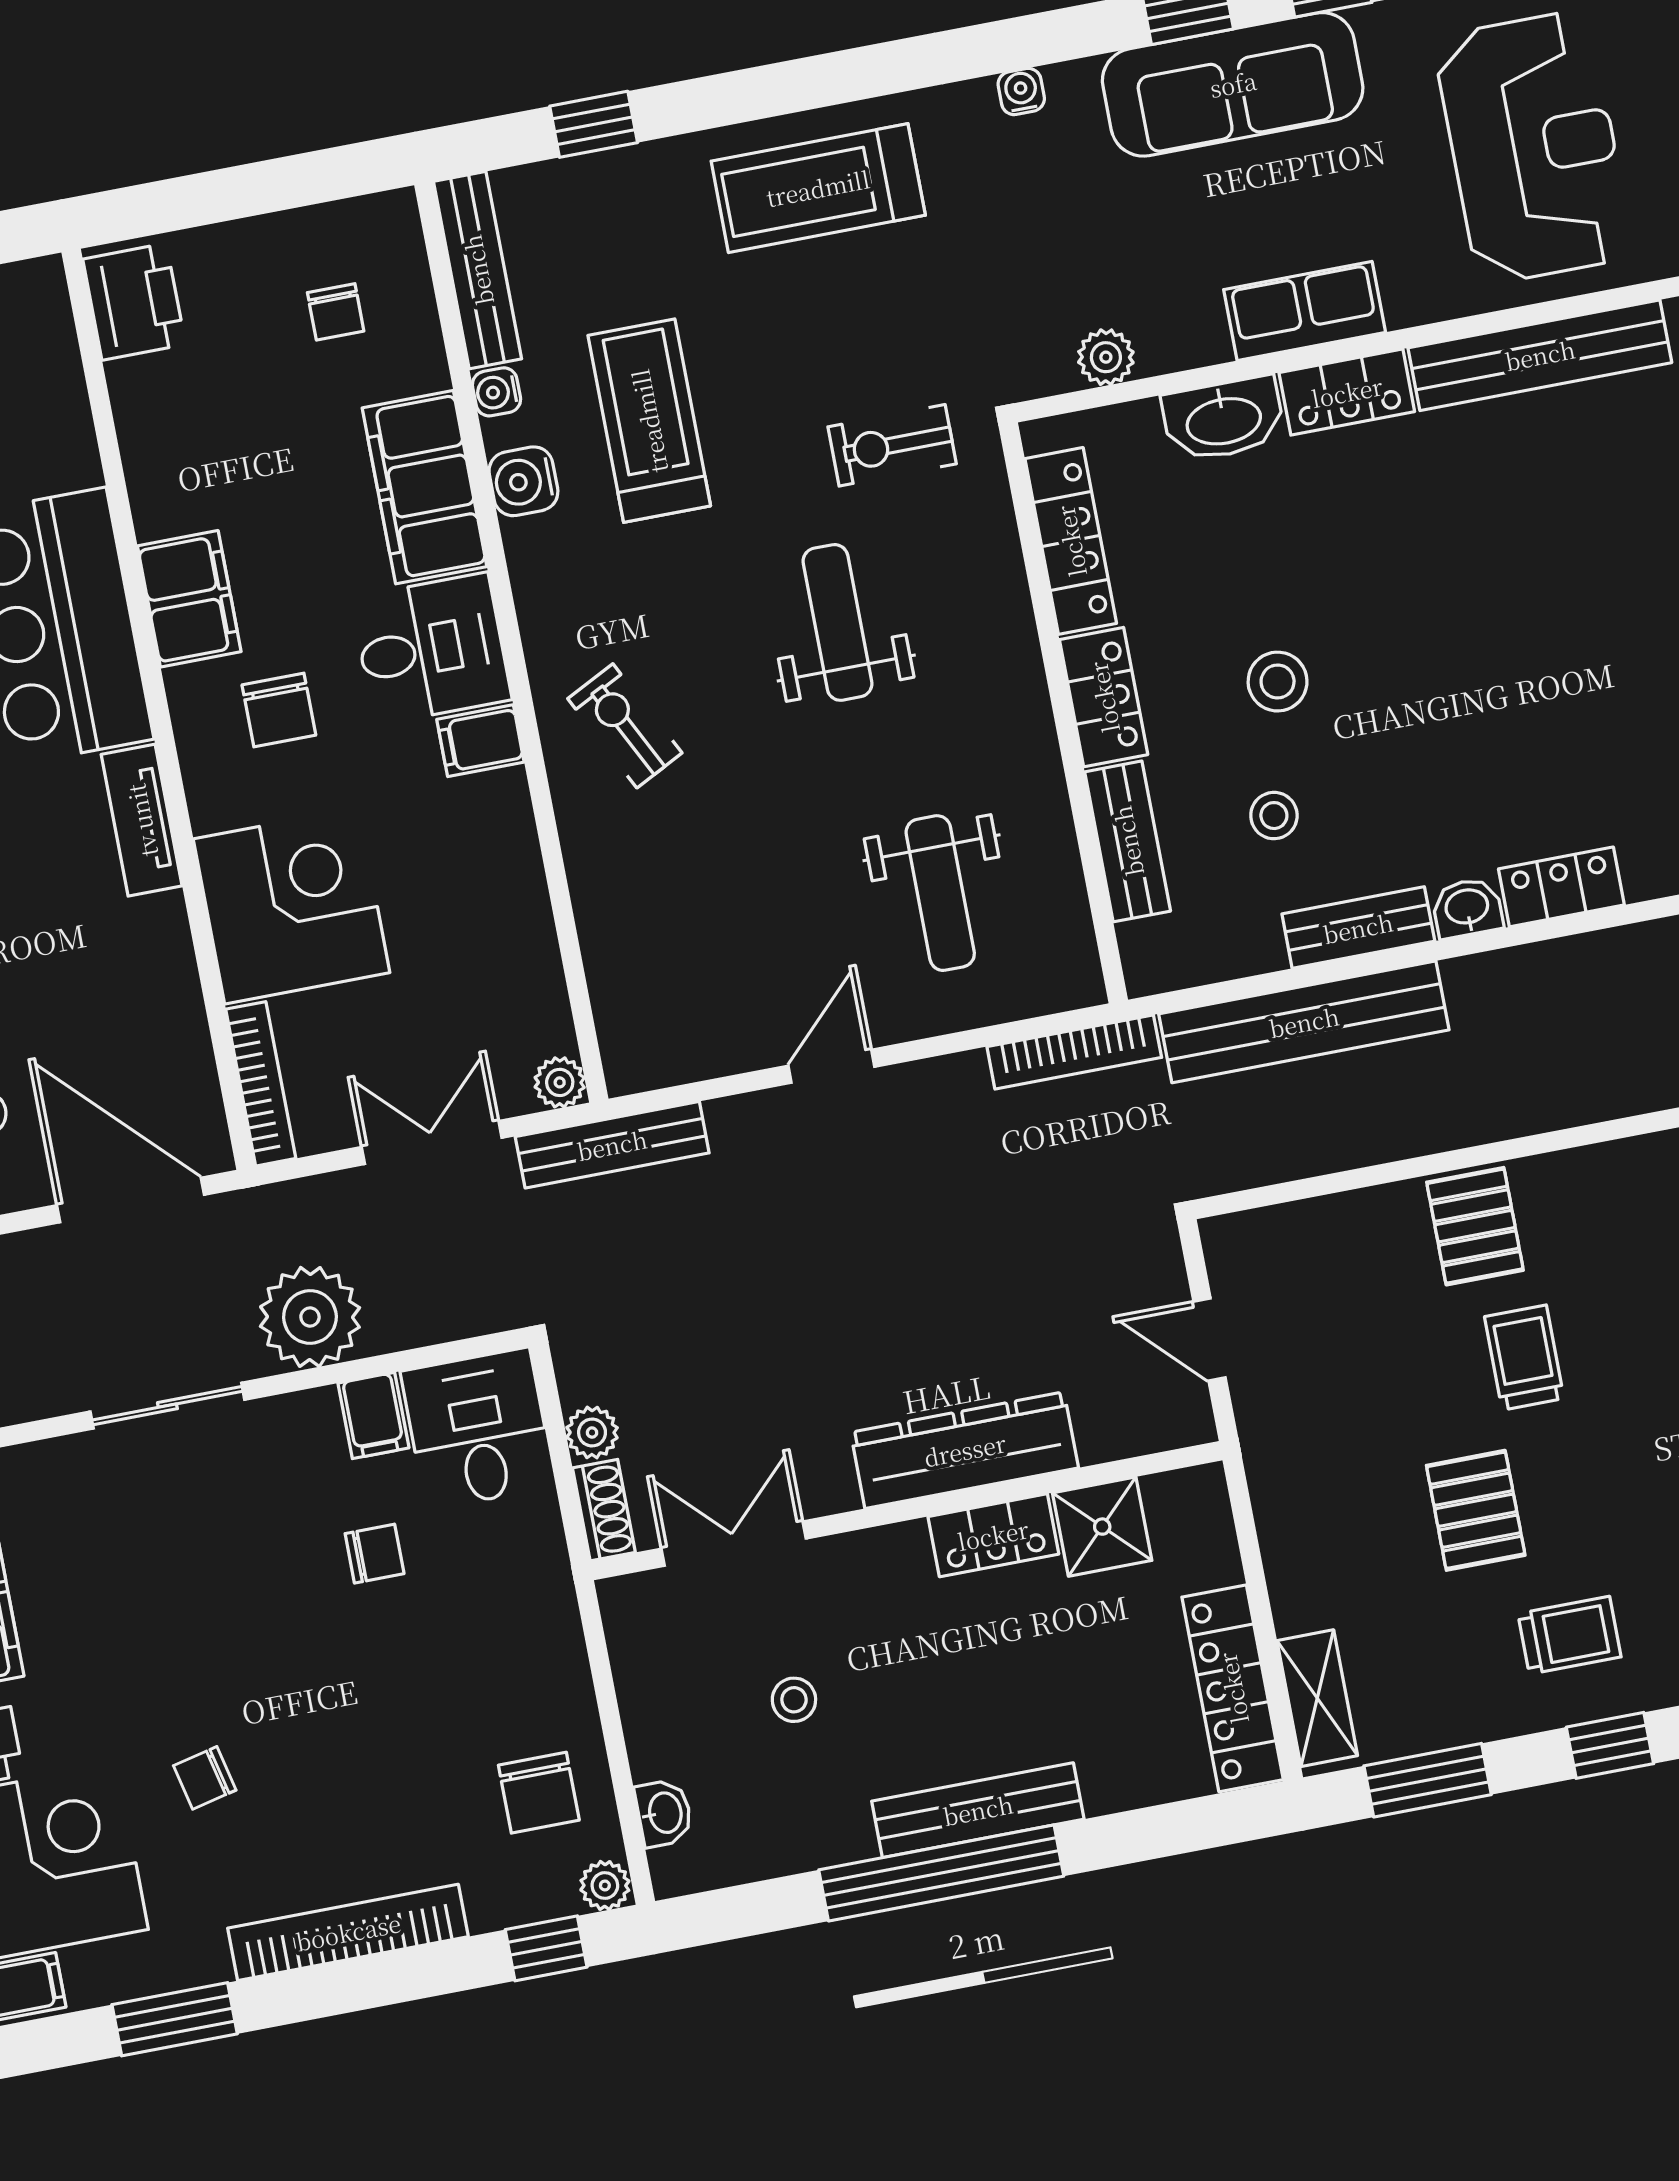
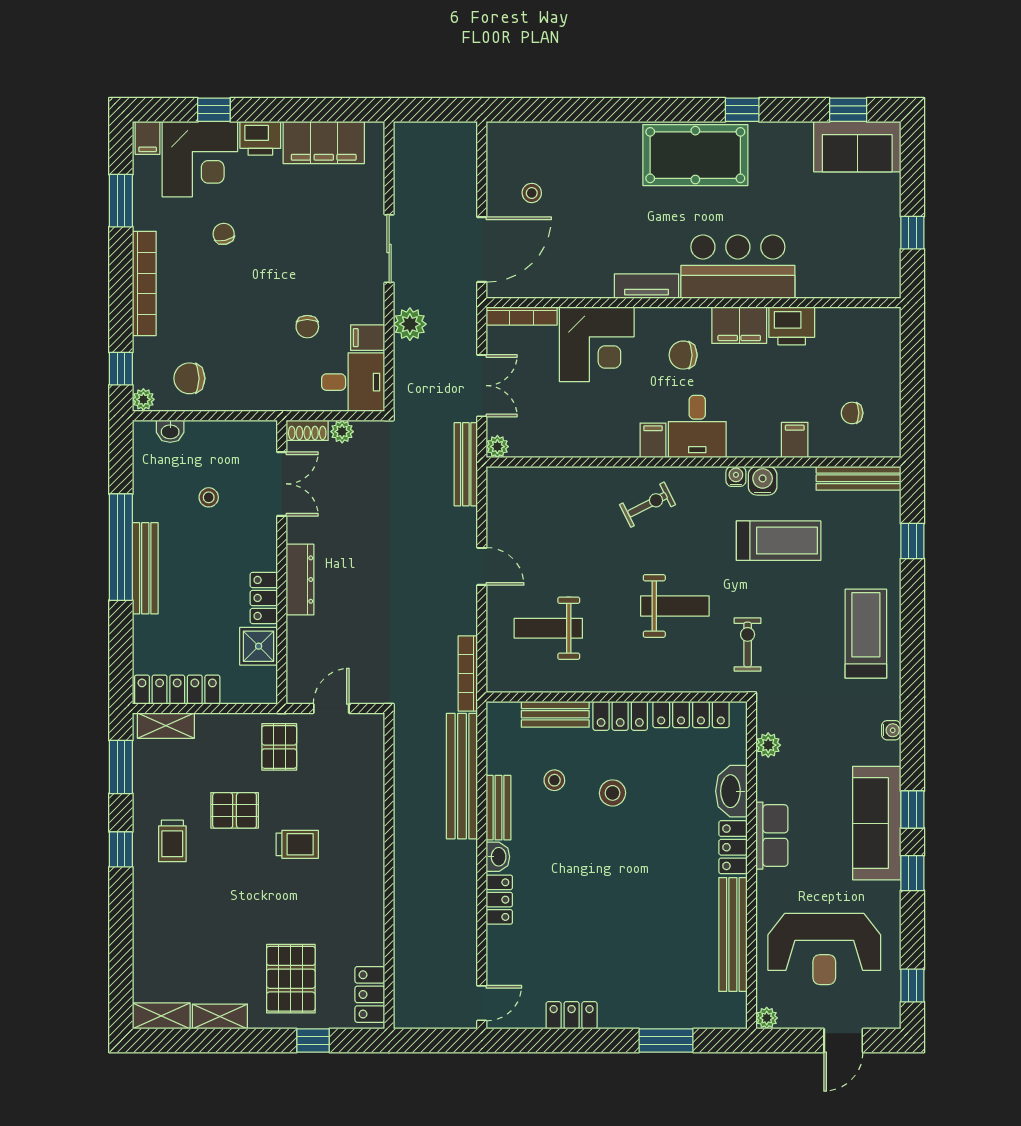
printer: (134, 302) -> (792, 326), moved
water cooler: (497, 392) -> (736, 476), moved
filing cabinet: (424, 487) -> (795, 440), width x0.33, depth x0.86
pallet: (1475, 1226) -> (279, 747), moved, turned 90
plant: (310, 1317) -> (410, 324), width x0.73, depth x0.73
dresser: (965, 1450) -> (300, 580), width x0.73, depth x0.80

